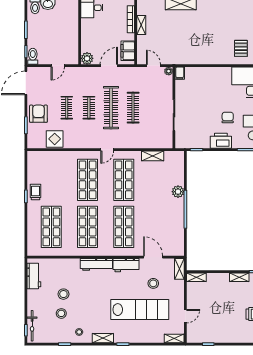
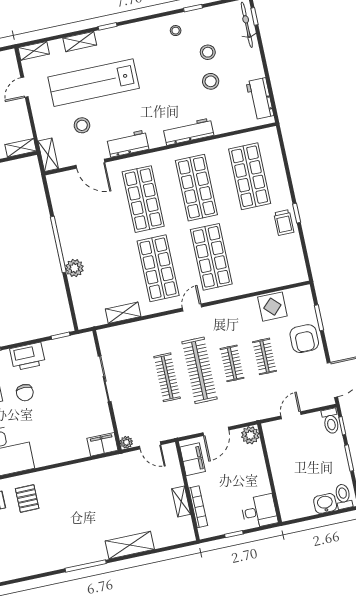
filing cabinet: (180, 73) -> (102, 444), width x2.00
workbench: (96, 264) -> (188, 132), moved
shelving: (103, 338) -> (80, 42), moved

